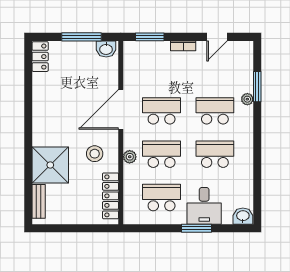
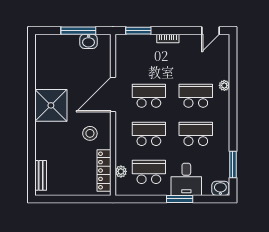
door: (217, 37) -> (211, 31), moved
washbasin: (106, 49) -> (89, 41), moved
locker: (40, 57) -> (42, 48), removed
window: (257, 87) -> (233, 165), moved
plant: (130, 157) -> (121, 171), moved
shower: (50, 165) -> (51, 105), moved

